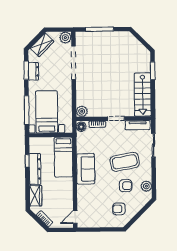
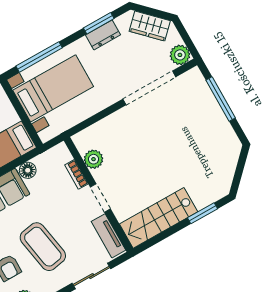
plant: (82, 111) -> (94, 159), moved
floor lamp: (81, 127) -> (28, 170), moved

